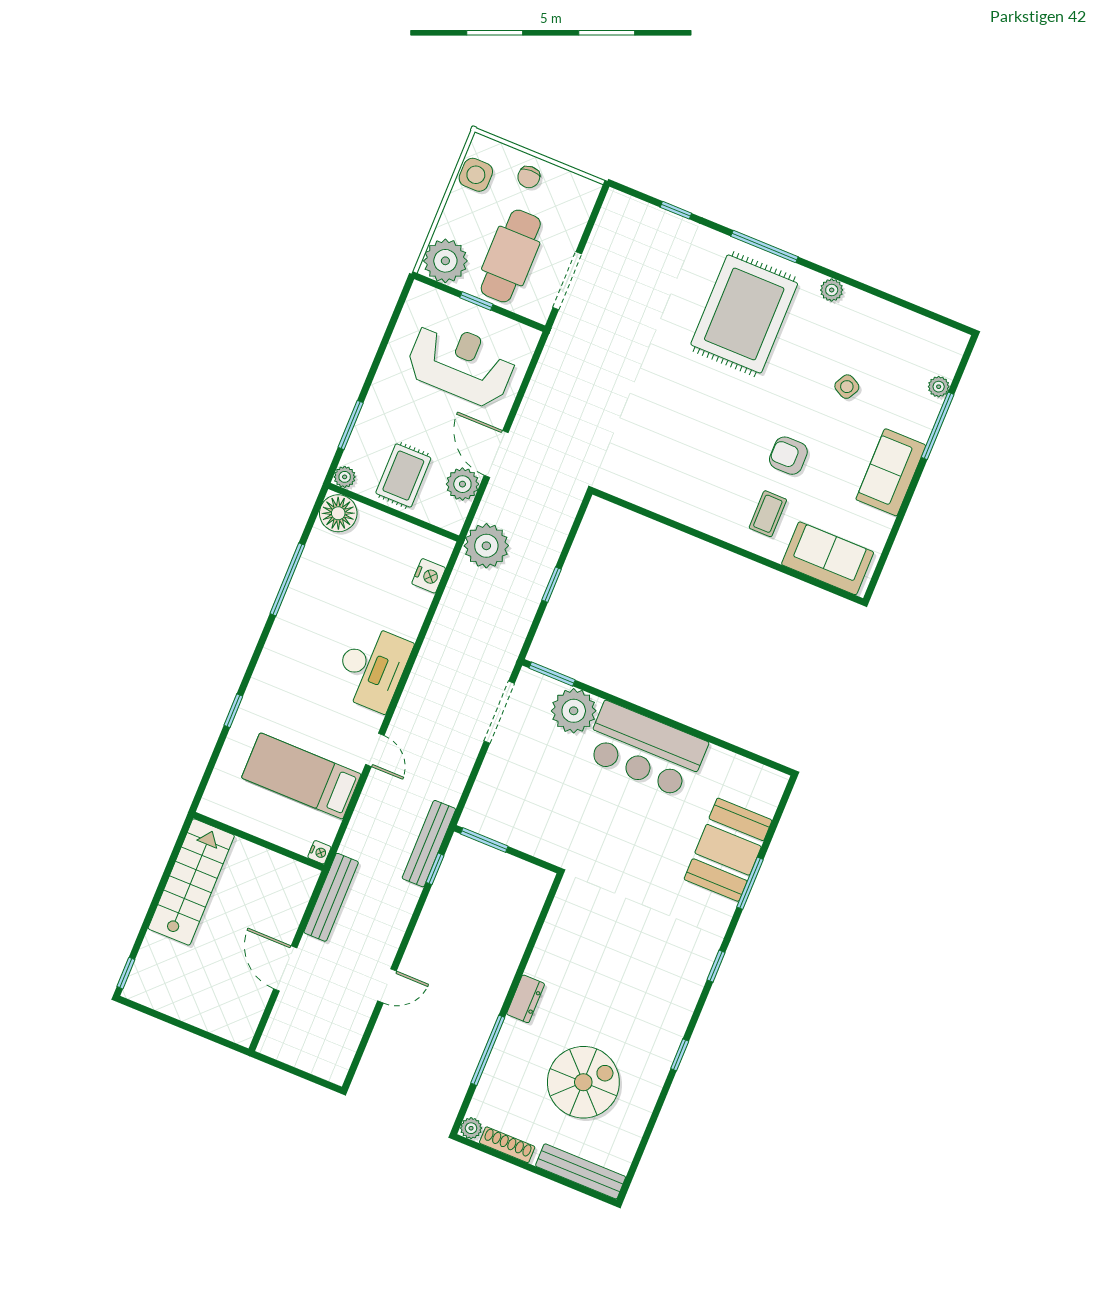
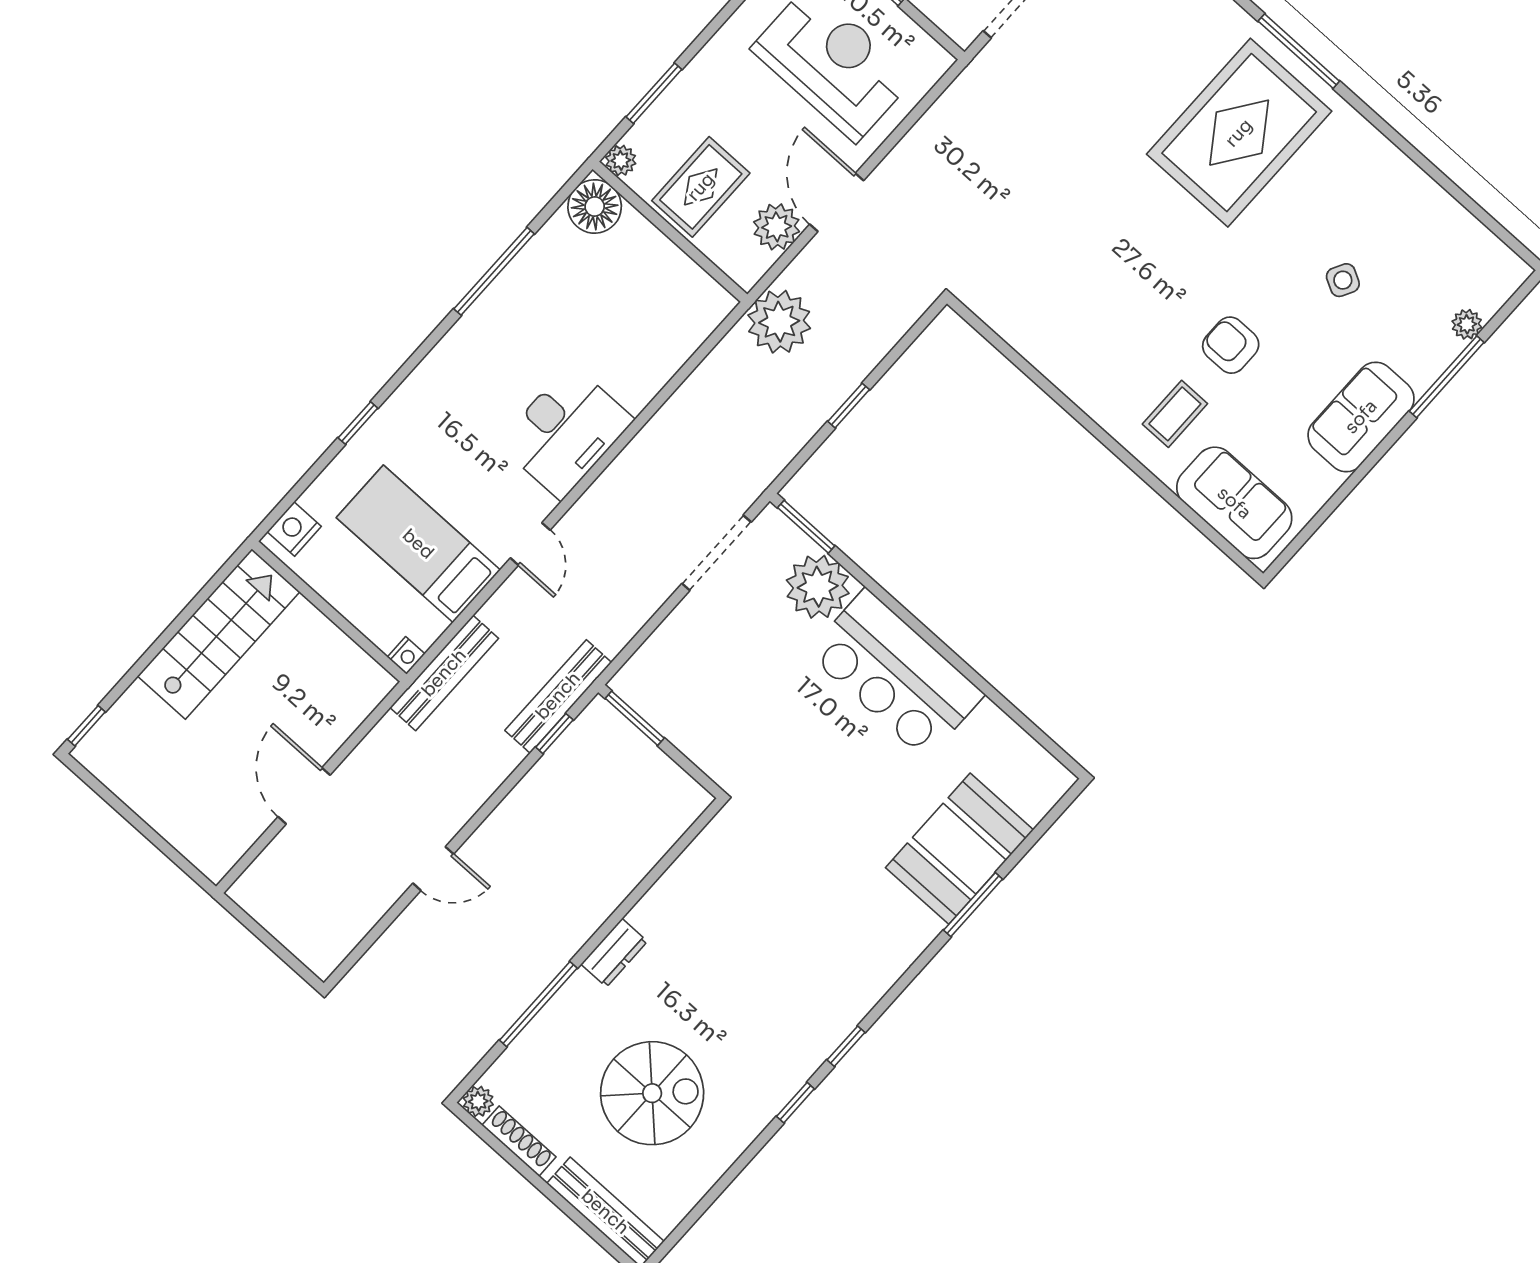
plant: (832, 290) -> (1369, 142), removed
nightstand: (429, 576) -> (294, 529), moved, turned 180
bench: (331, 897) -> (444, 673), moved
window: (716, 966) -> (846, 1046), moved

